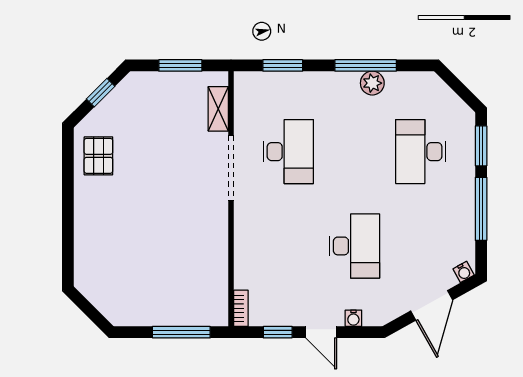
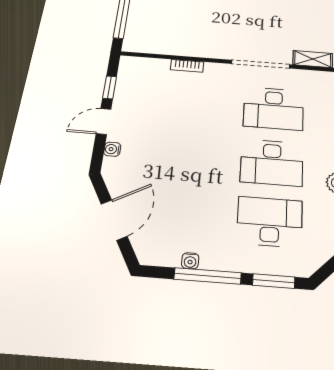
desk: (355, 246) -> (272, 163), moved
water cooler: (464, 272) -> (190, 261), moved, turned -61
door: (432, 305) -> (114, 220), swing flipped
bookcase: (241, 308) -> (187, 66), moved

